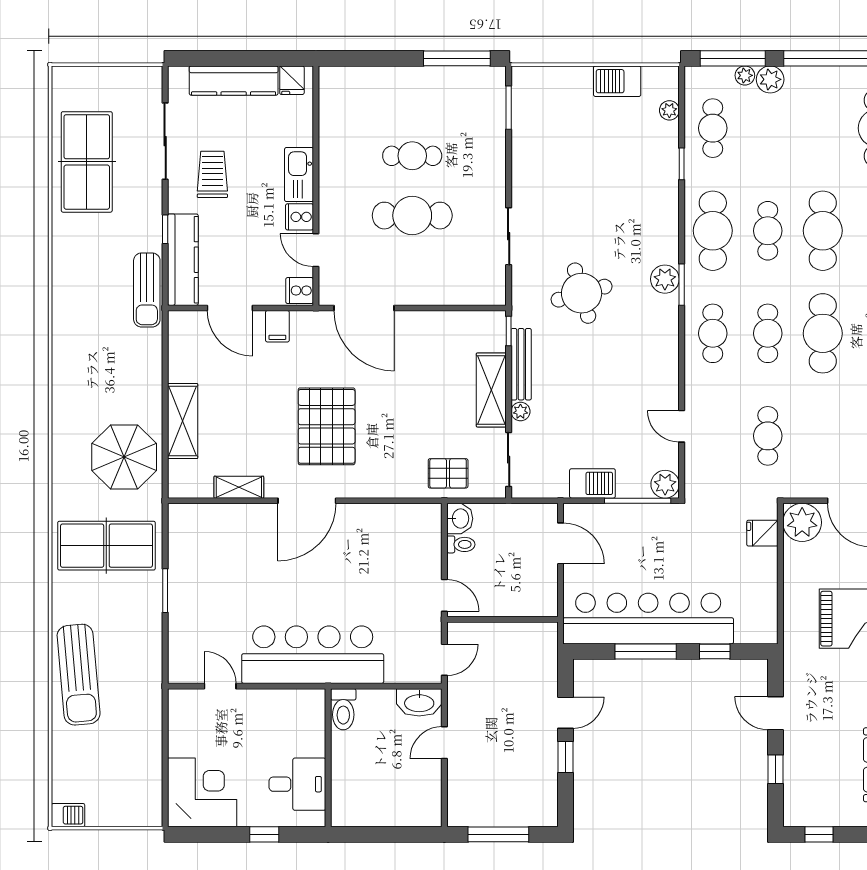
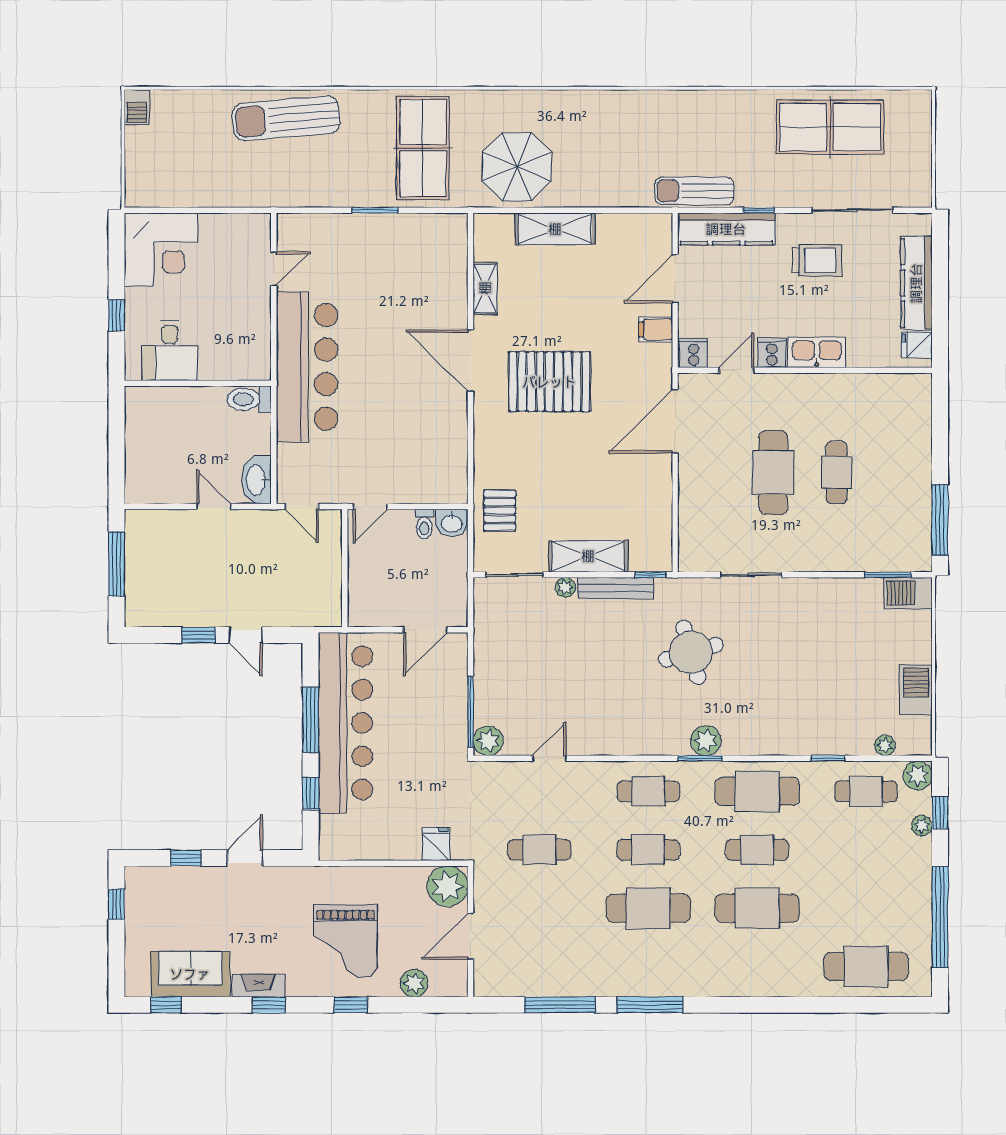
window: (733, 58) -> (940, 813), width x0.46
plant: (770, 79) -> (918, 775), moved
barbecue: (592, 483) -> (908, 593), moved, turned 90

